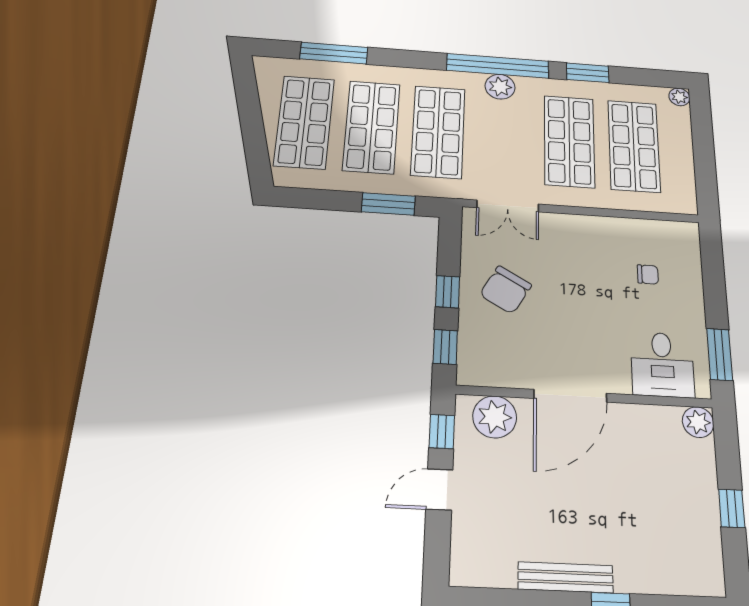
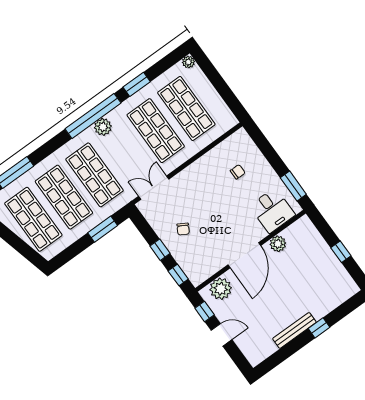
double door: (508, 206) -> (154, 188), swing flipped
chair: (506, 290) -> (183, 229), width x0.54, depth x0.54
plant: (698, 422) -> (278, 244), moved
door: (439, 489) -> (222, 335), swing flipped

